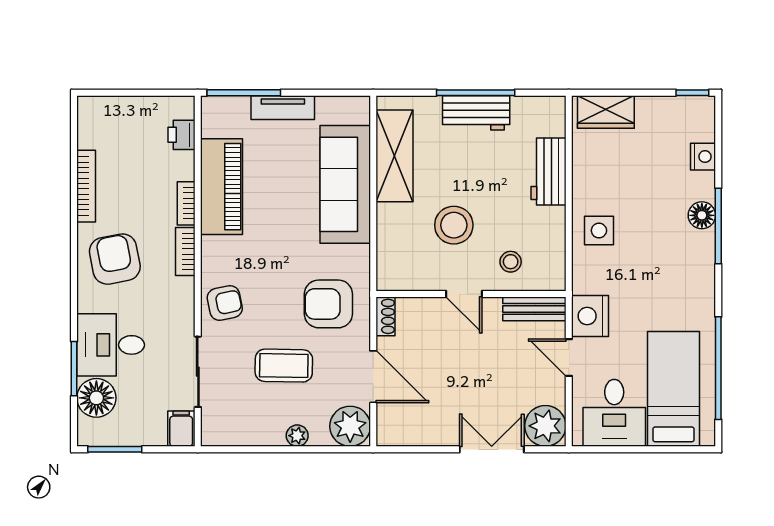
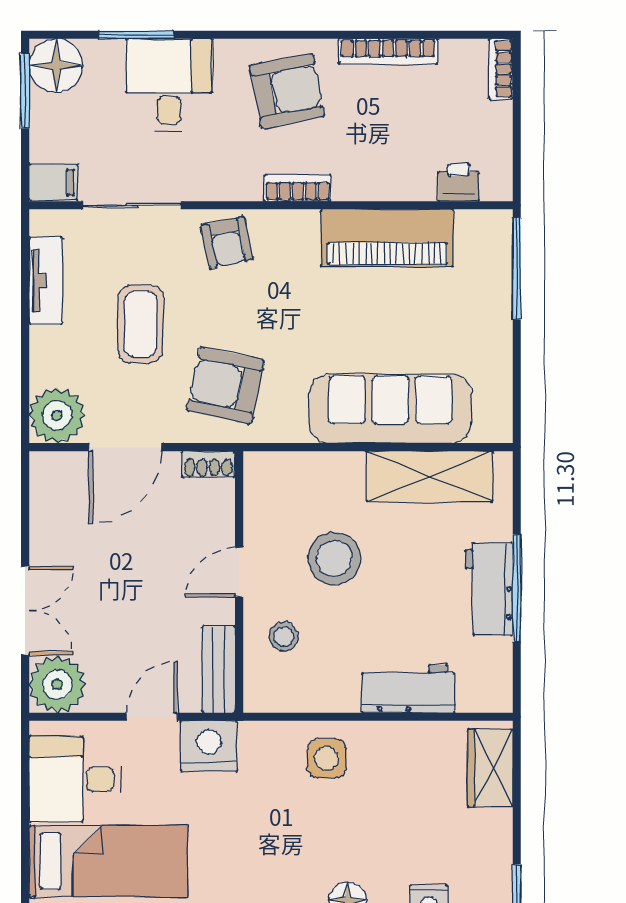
tv unit: (283, 108) -> (46, 281), moved, turned 180
bookcase: (186, 203) -> (501, 69), moved, turned -90
armchair: (328, 304) -> (225, 385), turned -78
floor lamp: (96, 398) -> (56, 66), moved
plant: (297, 436) -> (44, 342), removed

